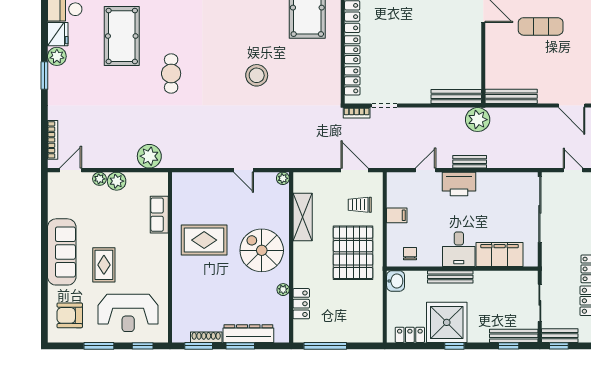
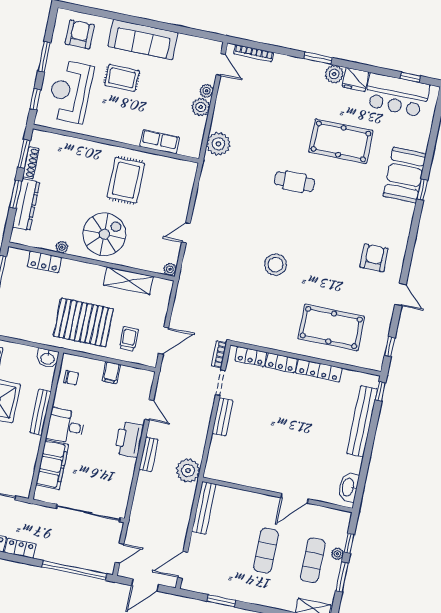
bench: (456, 97) -> (222, 417), moved, width x0.73

